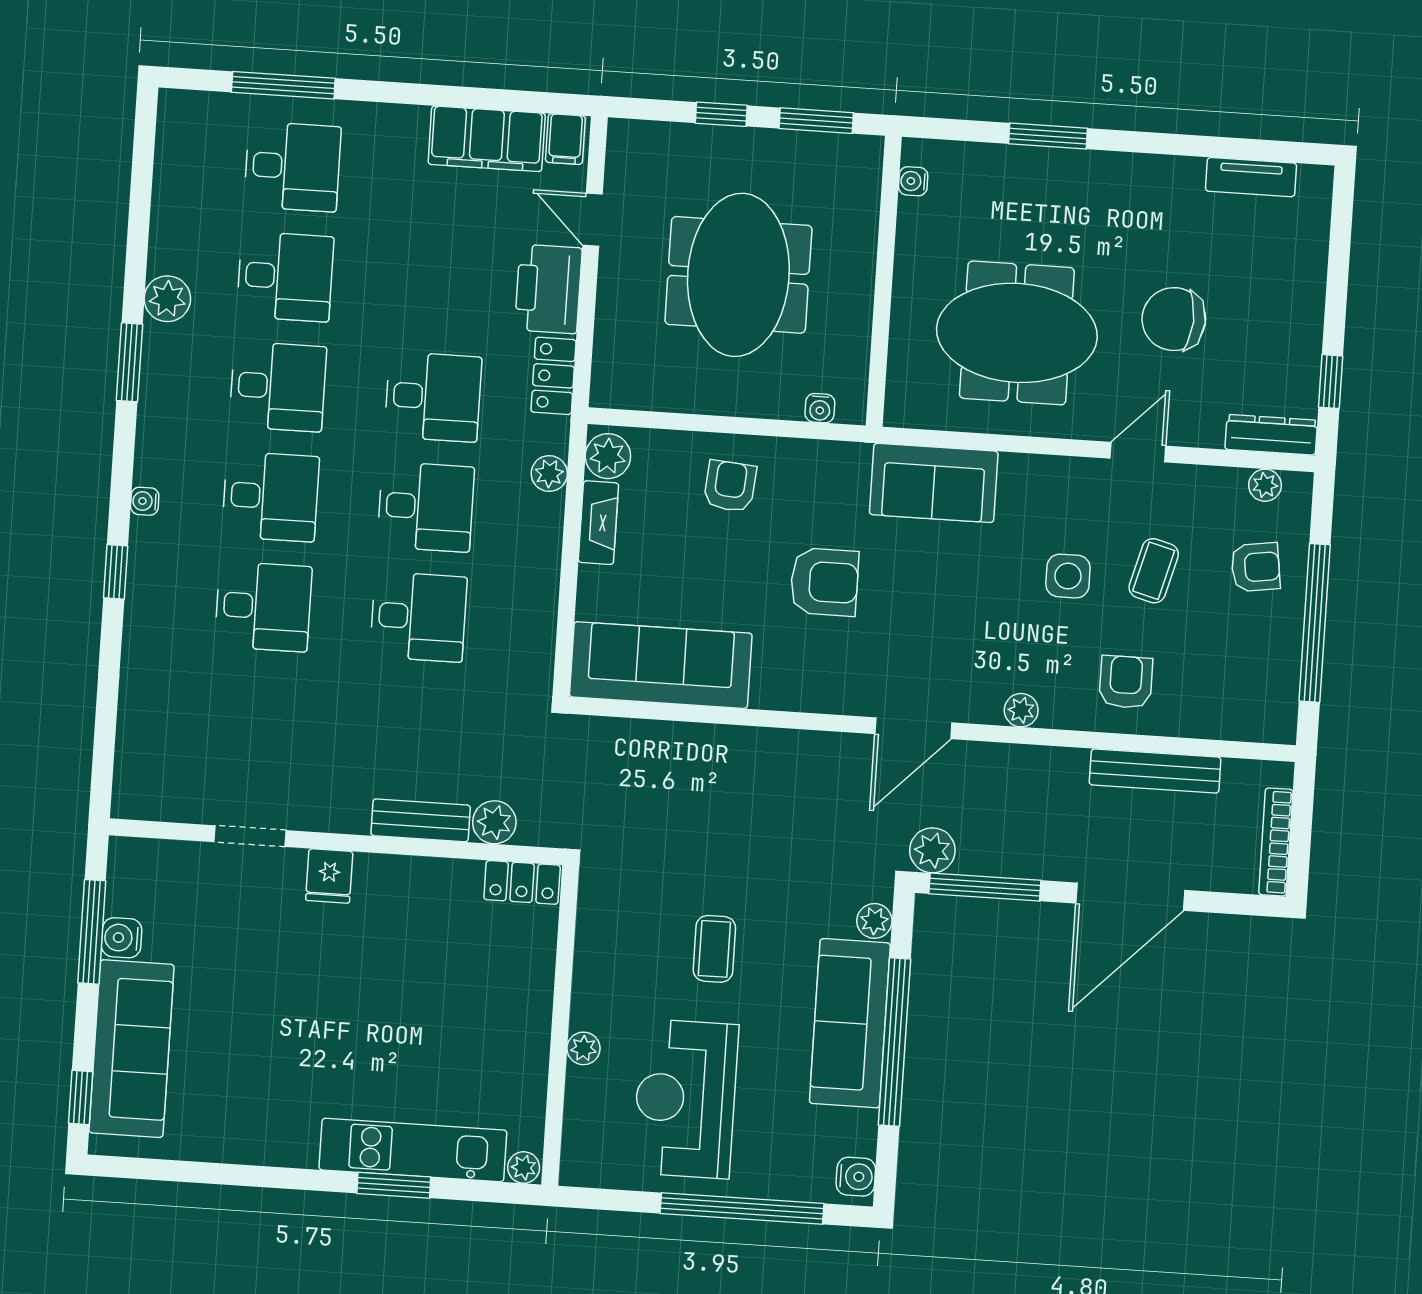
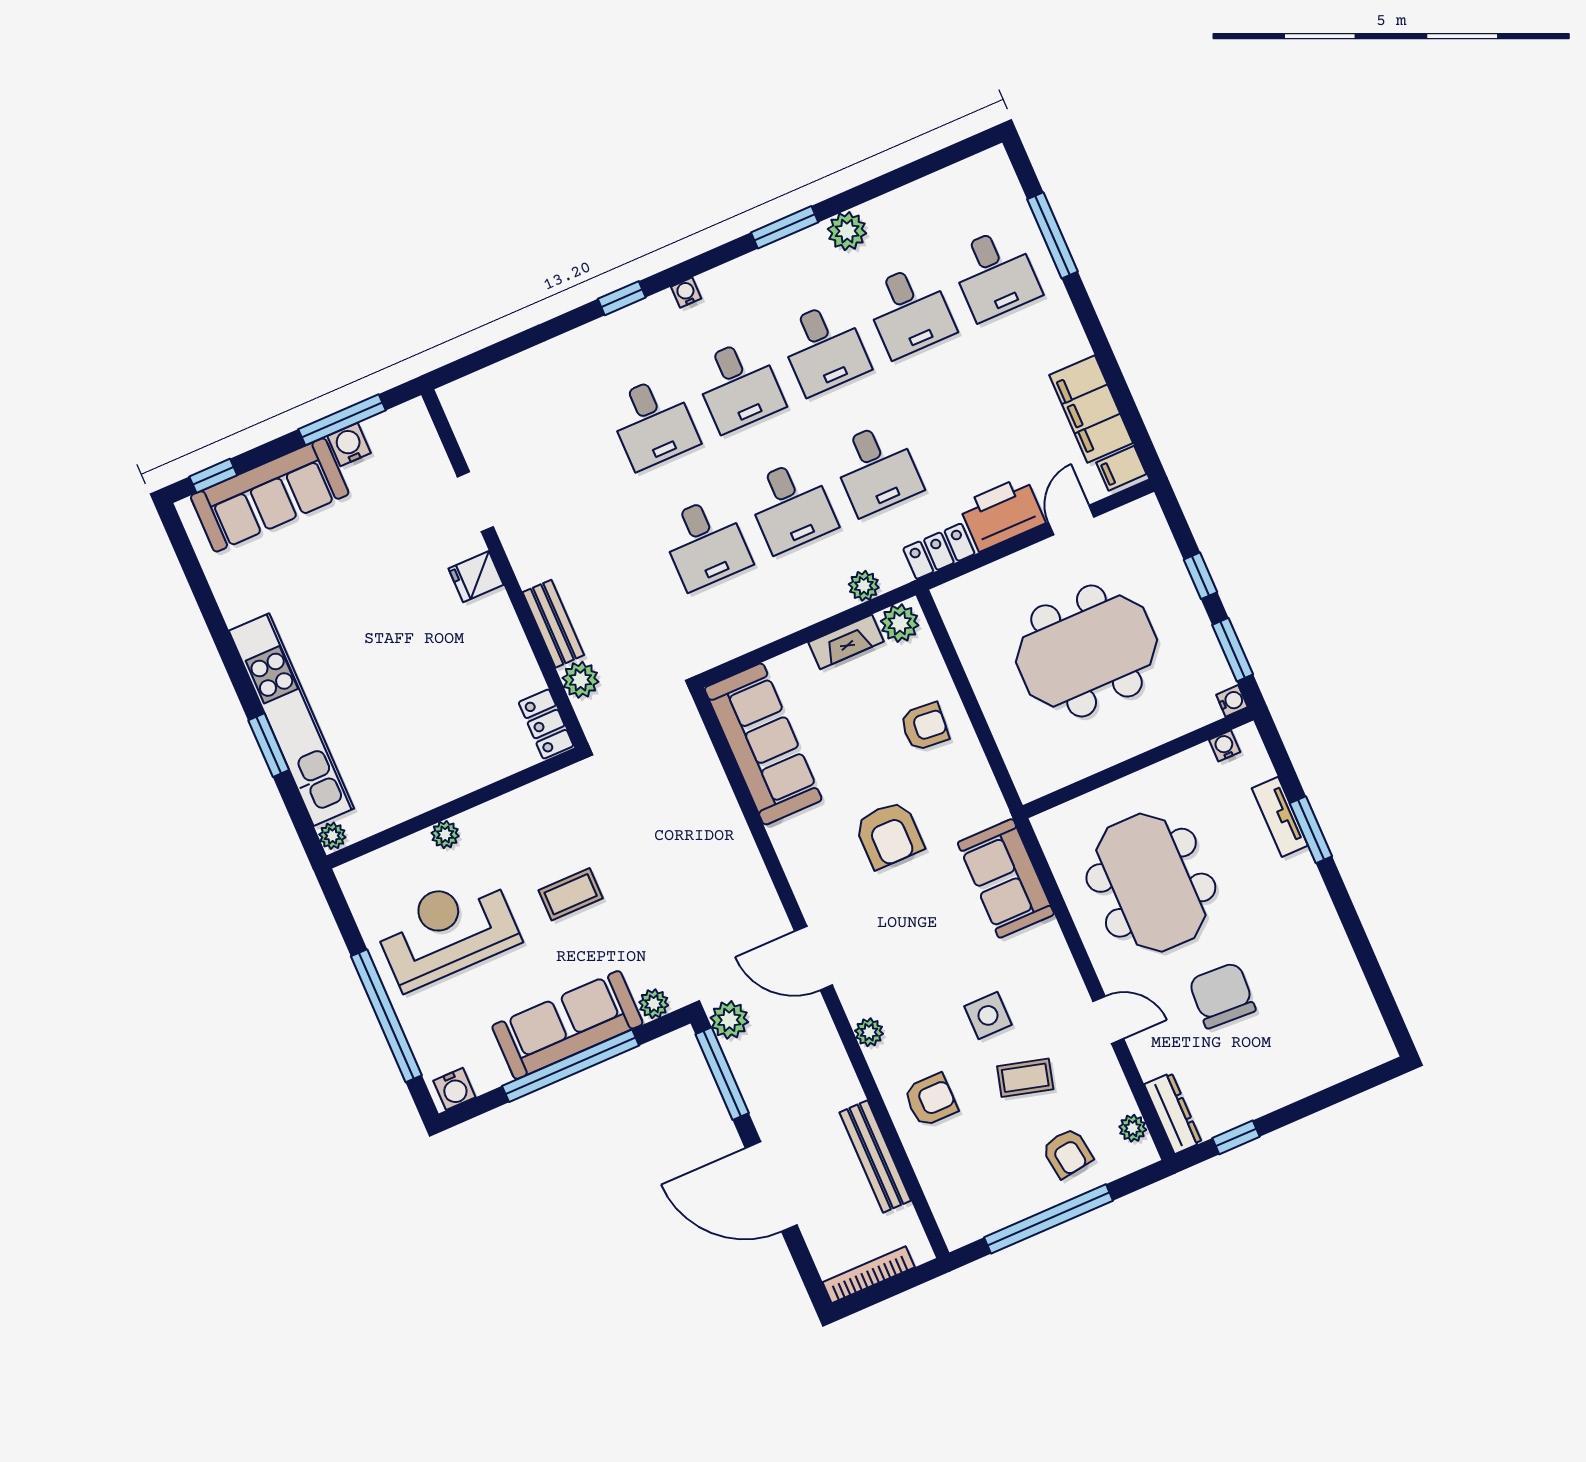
tv unit: (1251, 177) -> (1280, 817), moved
water cooler: (820, 408) -> (1232, 701), moved, turned 180
kitchen unit: (413, 1150) -> (291, 720), width x1.36

